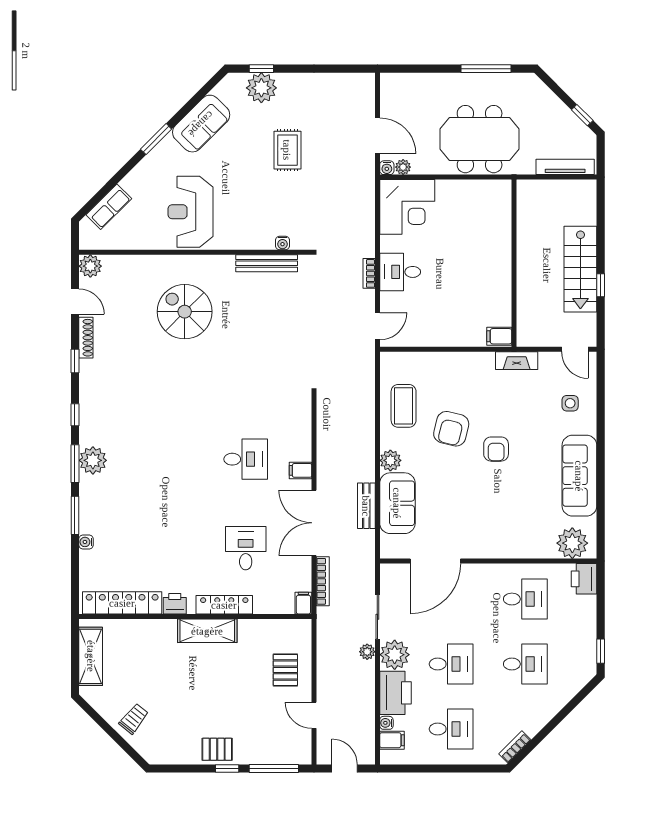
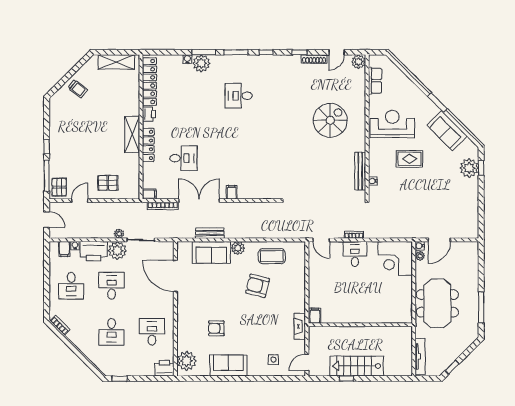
rug: (287, 150) -> (409, 159), moved
row of seats: (109, 207) -> (375, 81), moved, turned -135
armchair: (496, 449) -> (216, 328), moved
desk: (246, 459) -> (239, 96), moved, turned 90
plant: (93, 460) -> (201, 63), moved
sofa: (579, 476) -> (228, 365), width x0.73
desk: (525, 599) -> (152, 332), turned 180
desk: (451, 664) -> (112, 286), turned 180
pallet: (217, 749) -> (59, 187), moved
door: (345, 769) -> (47, 220), hinge flipped

